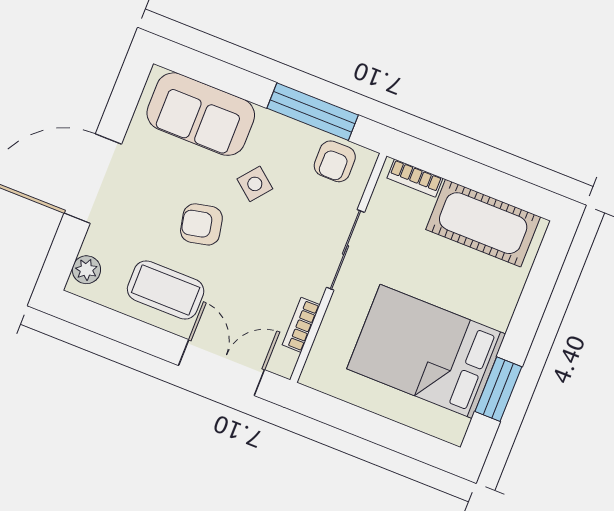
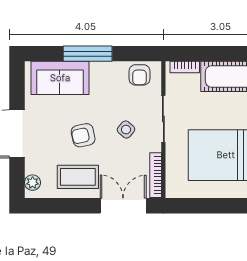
window: (313, 112) -> (88, 54), moved
side table: (255, 184) -> (126, 130), moved
bookcase: (301, 325) -> (156, 175), width x1.56

